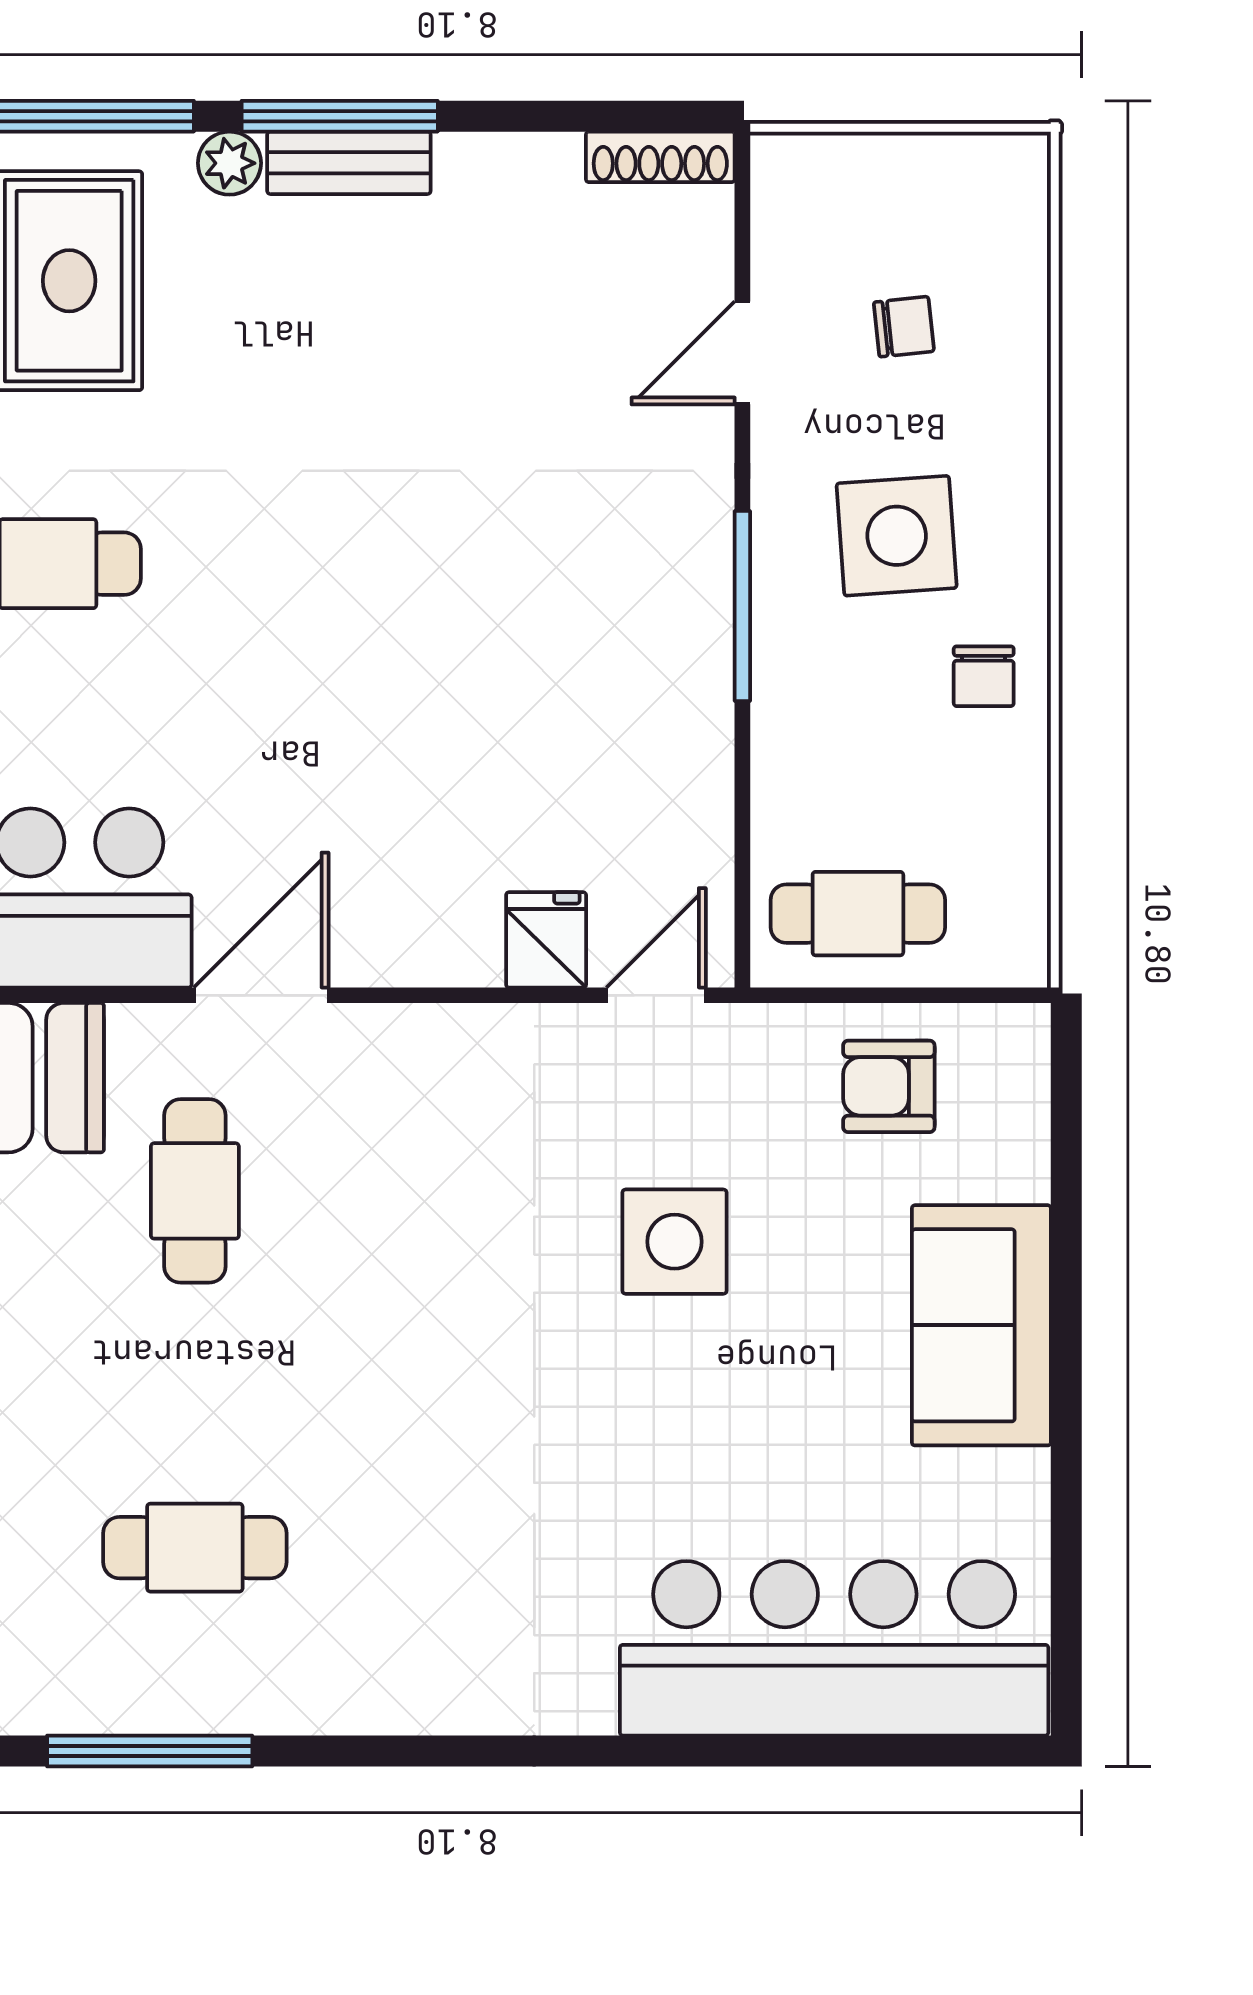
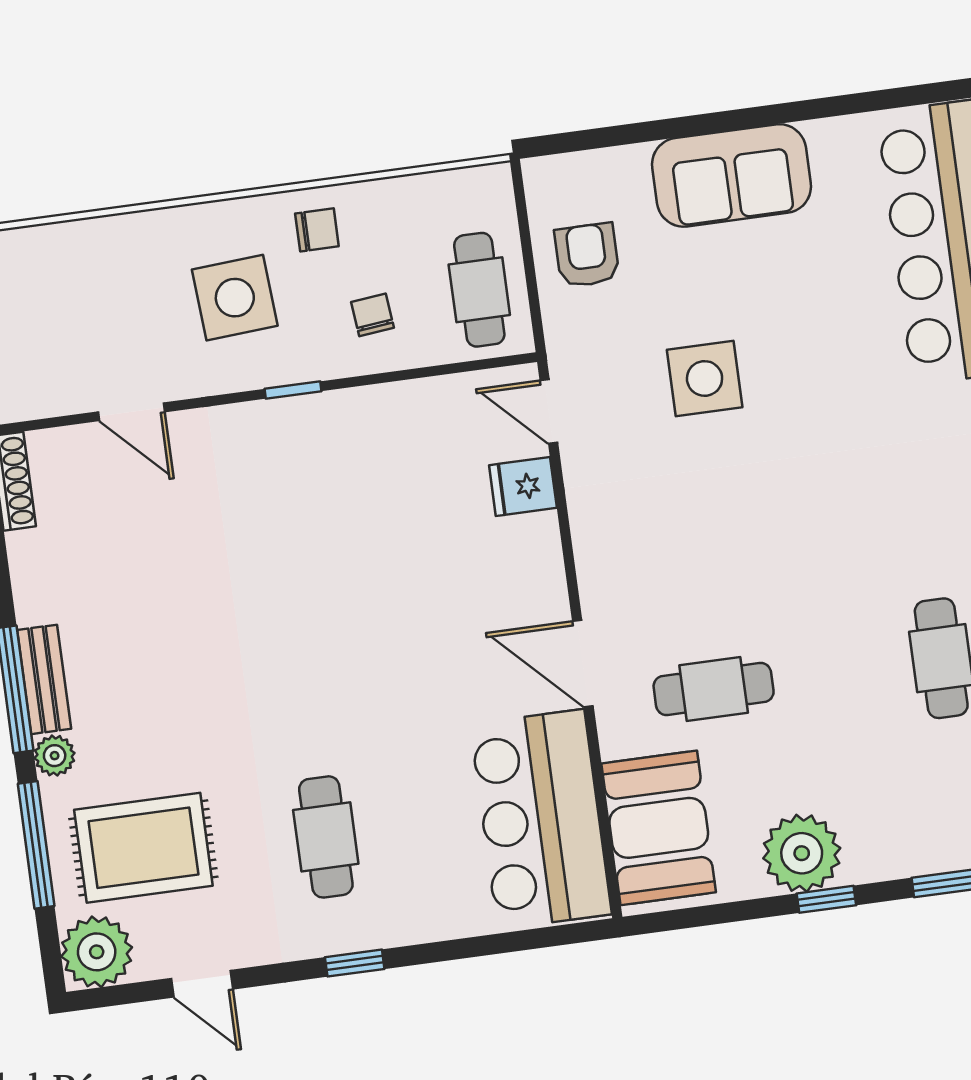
chair: (904, 327) -> (373, 315), moved
window: (742, 606) -> (293, 390), width x0.46
armchair: (889, 1086) -> (587, 255), turned 180

